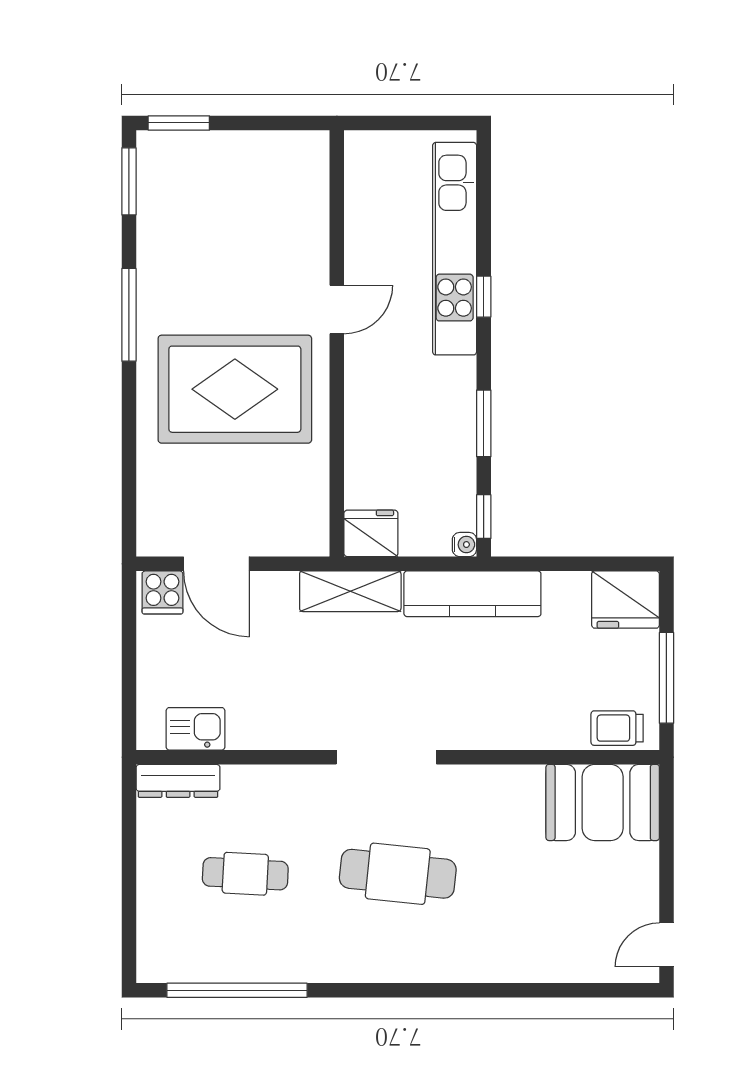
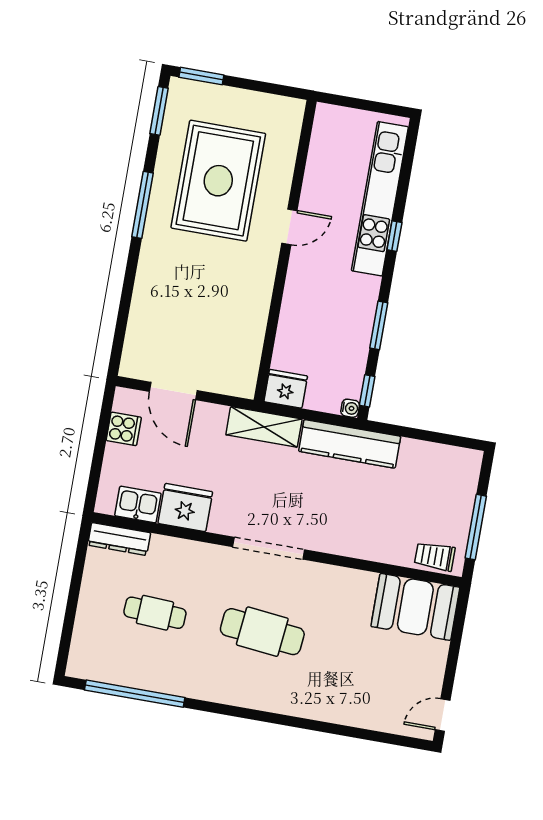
rug: (235, 389) -> (218, 181), moved, turned 90
cooker: (162, 592) -> (124, 429), moved, turned -90
fridge: (626, 600) -> (185, 508), moved, turned 180

